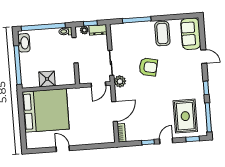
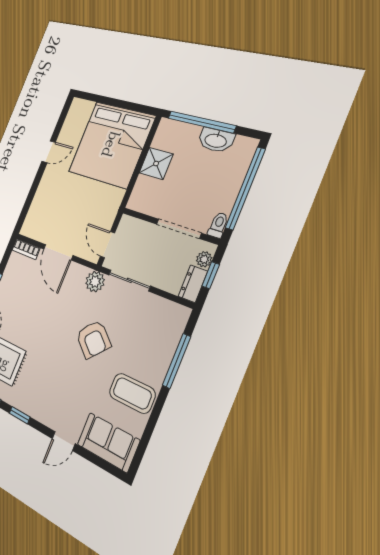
washbasin: (24, 43) -> (216, 140), moved
armchair: (148, 67) -> (93, 339), turned -60

